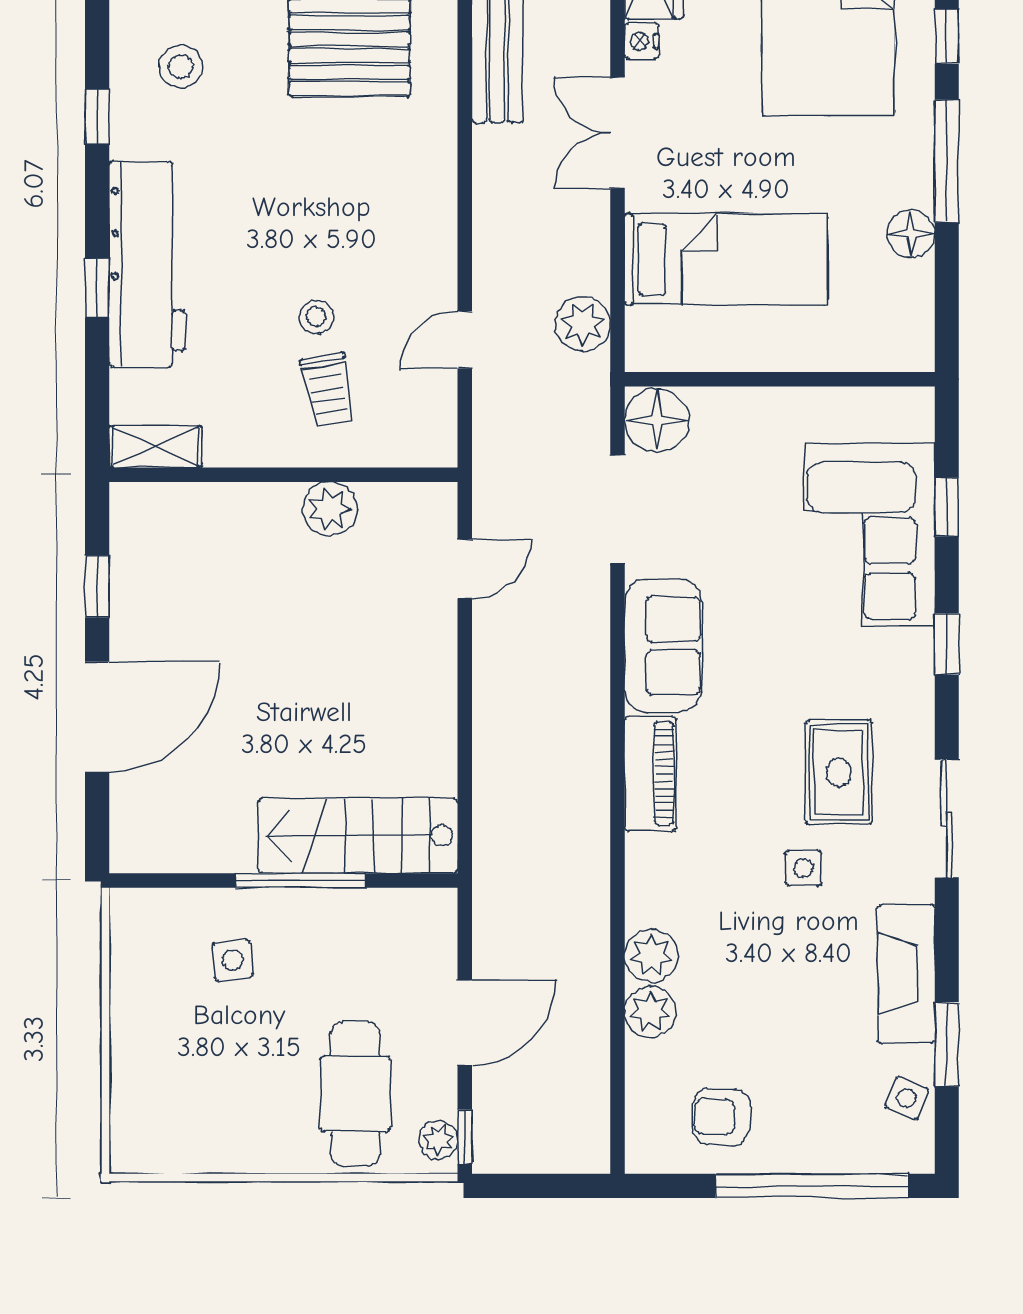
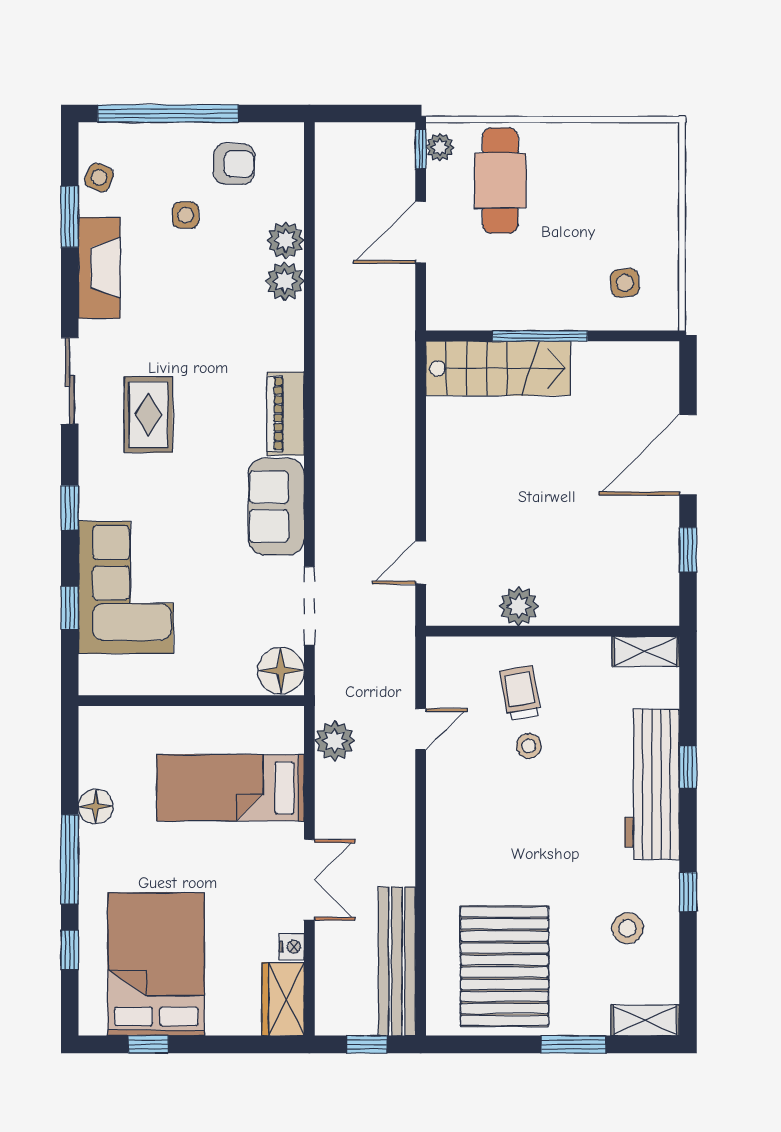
side table: (804, 868) -> (186, 215), moved
side table: (233, 960) -> (625, 283), moved

